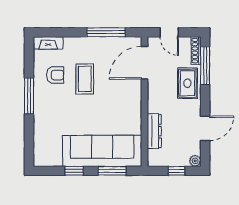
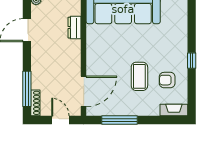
rug: (187, 83) -> (43, 72), removed
window: (29, 96) -> (192, 61), width x0.46
dresser: (154, 131) -> (74, 28), width x0.70

